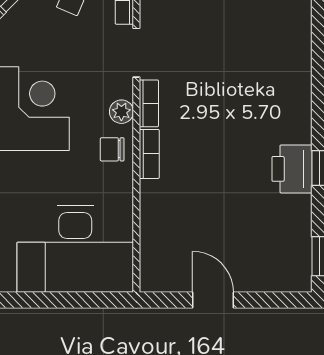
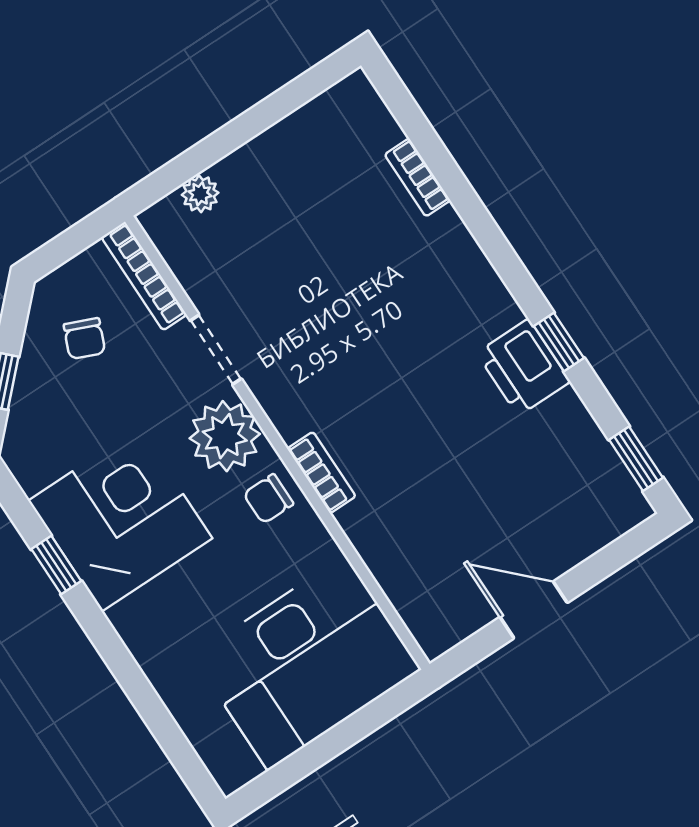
bookcase: (149, 103) -> (418, 177), moved, turned 180
plant: (121, 112) -> (225, 436), width x1.88, depth x1.88

